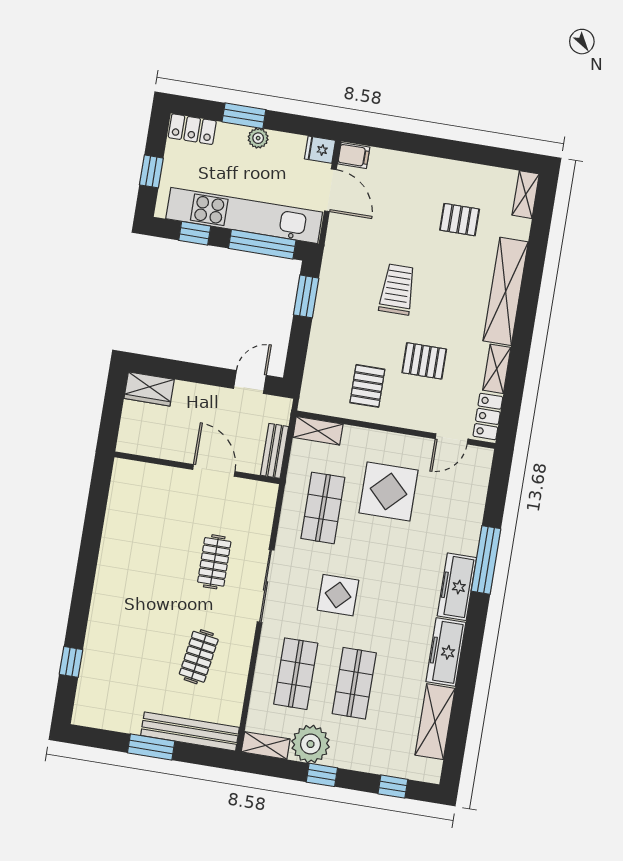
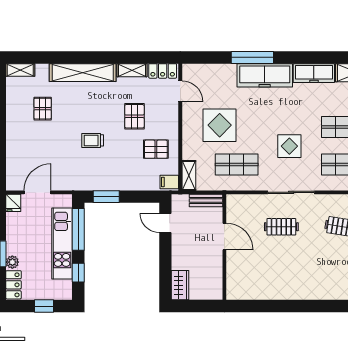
plant: (258, 138) -> (12, 262), moved
filing cabinet: (354, 156) -> (169, 182), moved, turned -90
kitchen unit: (244, 215) -> (62, 244), width x0.73
trolley: (397, 289) -> (93, 140), width x0.73, depth x0.72
door: (214, 470) -> (224, 236), swing flipped
freezer: (457, 587) -> (265, 75), width x1.36, depth x1.26

